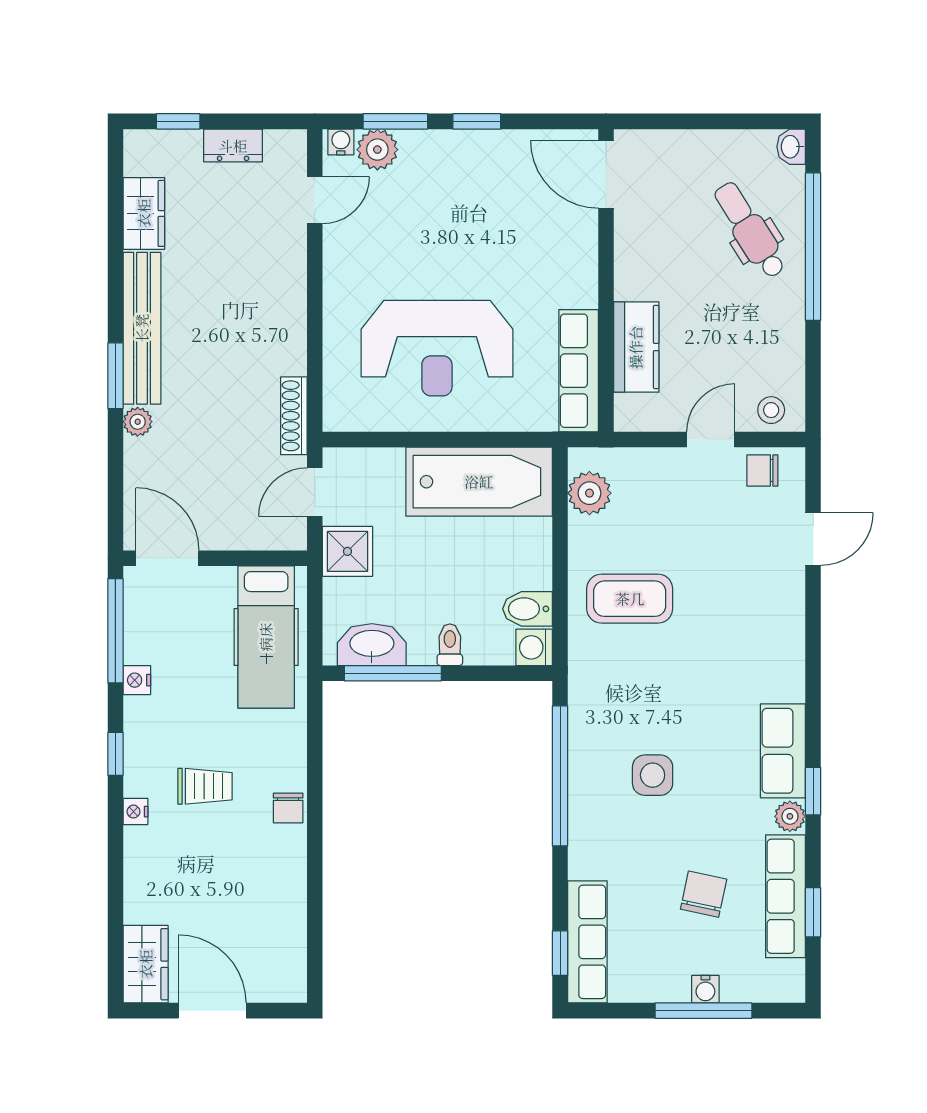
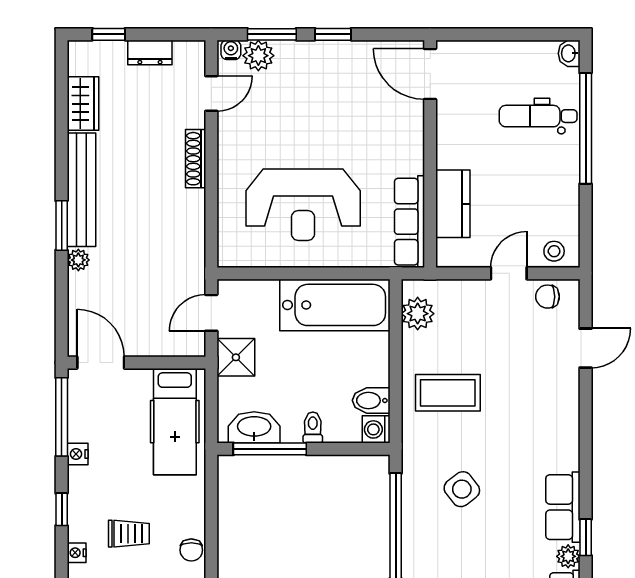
dental chair: (750, 230) -> (538, 116), turned -58
shoe rack: (294, 416) -> (196, 159), moved
side table: (653, 775) -> (462, 489), moved, turned -38

